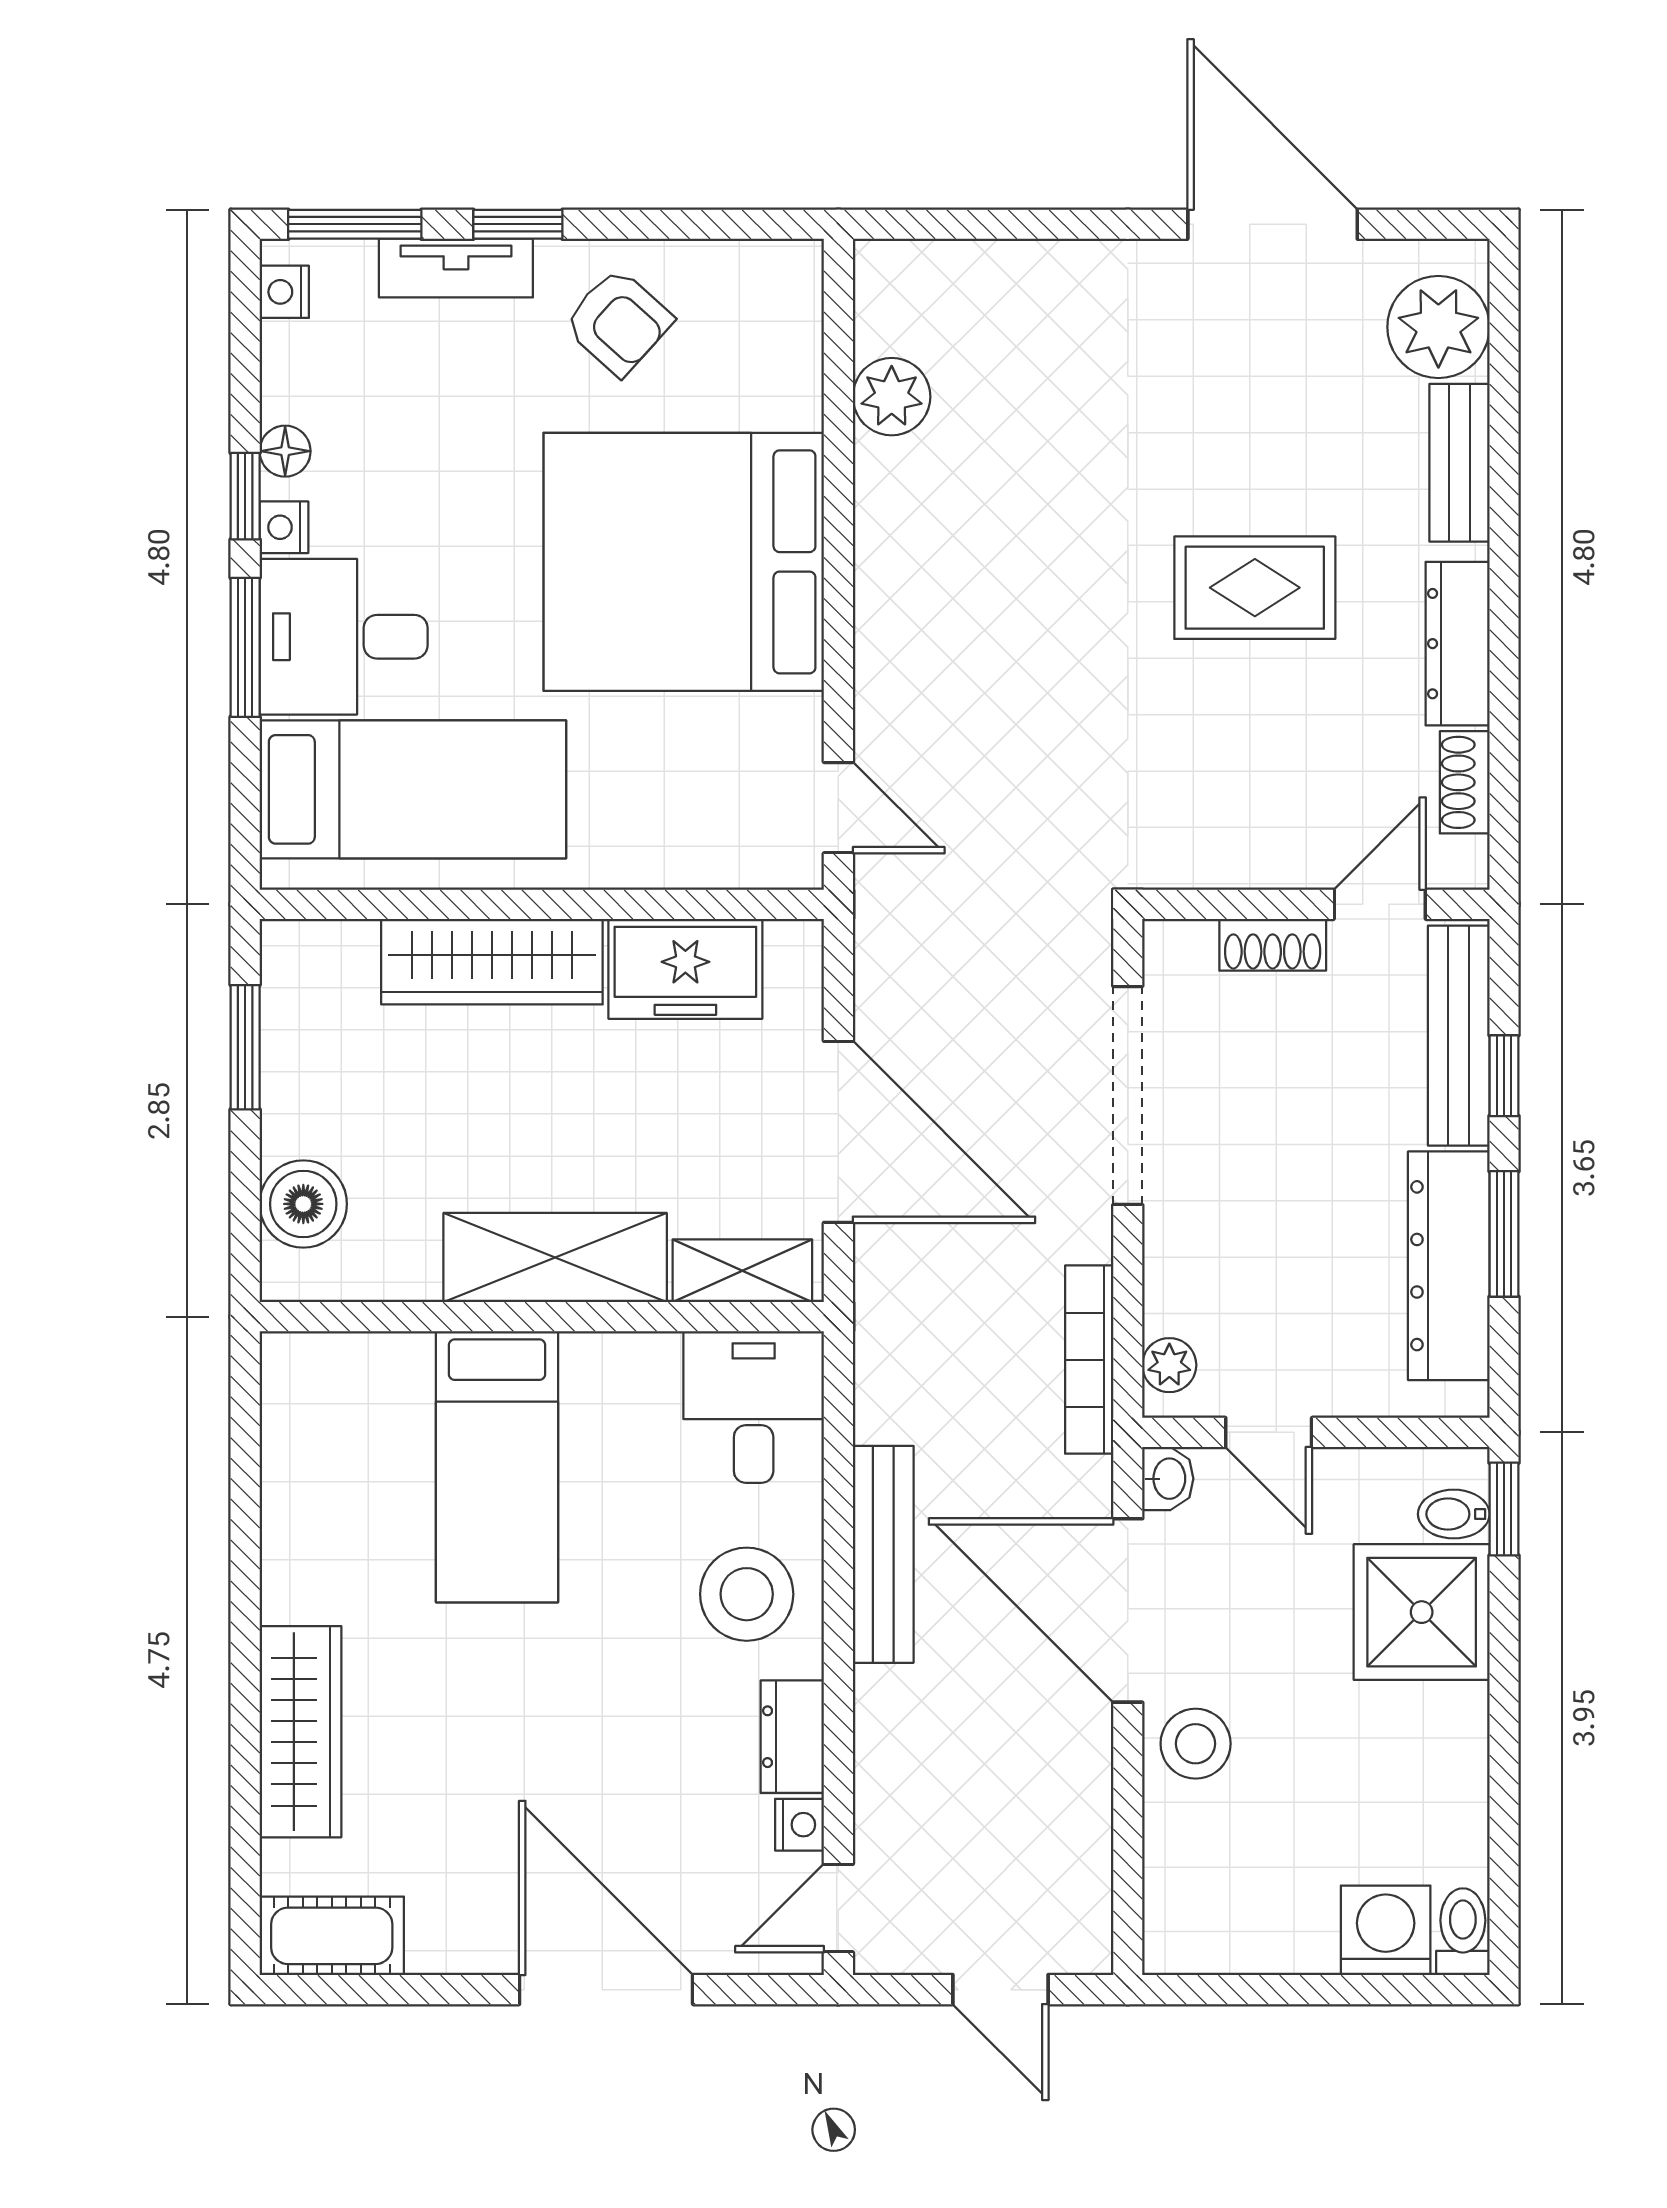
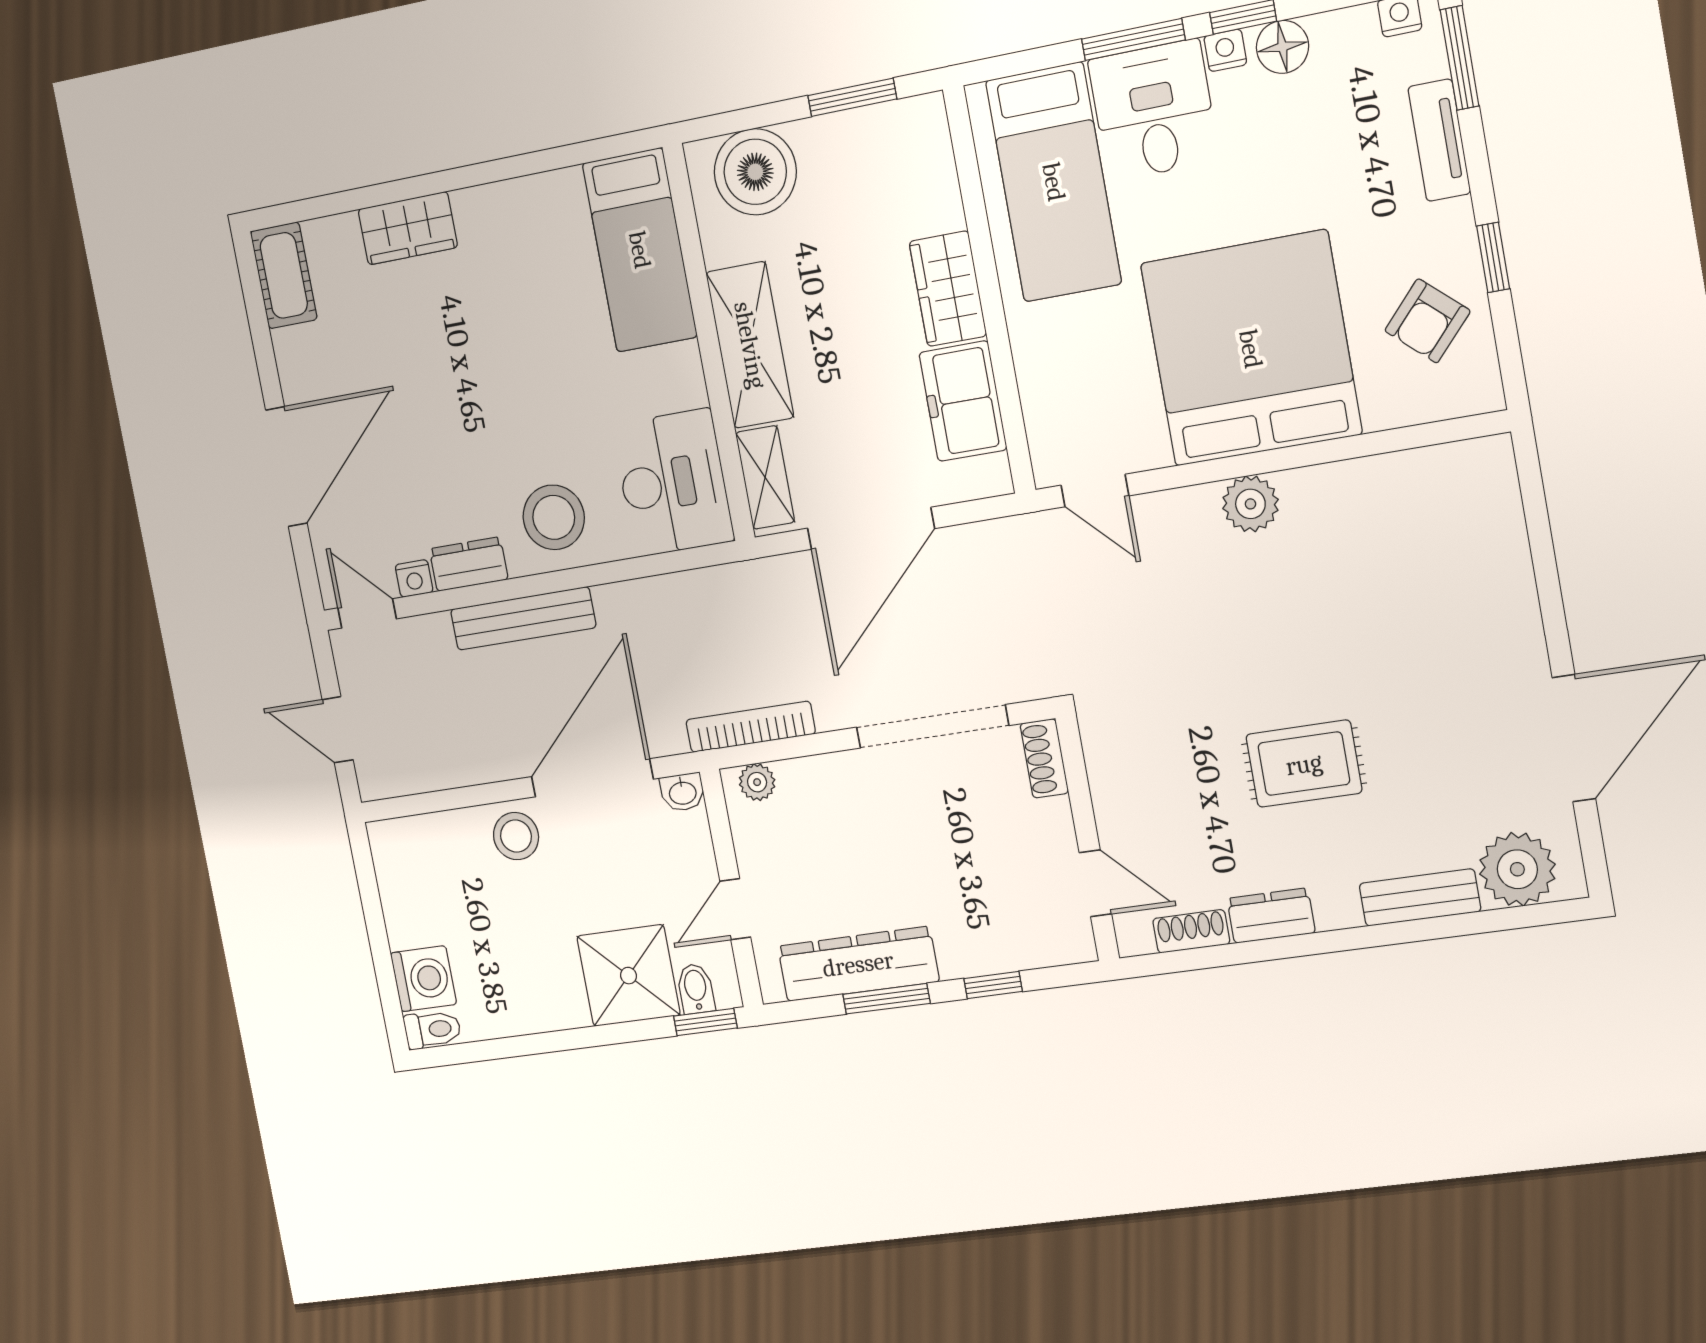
window: (518, 224) -> (1493, 257), moved
armchair: (618, 322) -> (1427, 321), moved
plant: (892, 397) -> (1250, 504), moved
floor lamp: (285, 451) -> (1282, 47), width x1.37, depth x1.37
rug: (1255, 588) -> (1304, 764), turned 90
dresser: (1458, 644) -> (1271, 916), width x0.70
door: (838, 808) -> (1095, 491), hinge flipped
shoe rack: (1273, 945) -> (1044, 758), moved
wardrobe: (492, 962) -> (948, 289), width x0.67
bench: (1459, 1036) -> (1015, 950), removed
boiler: (303, 1204) -> (755, 172), width x1.37, depth x1.37
desk: (754, 1407) -> (673, 483), width x1.37
door: (1269, 1432) -> (735, 909), moved
bed: (497, 1467) -> (640, 250), moved, turned -90
bench: (883, 1554) -> (523, 618), moved
wardrobe: (300, 1732) -> (408, 228), width x0.67
door: (1000, 1990) -> (338, 730), hinge flipped

